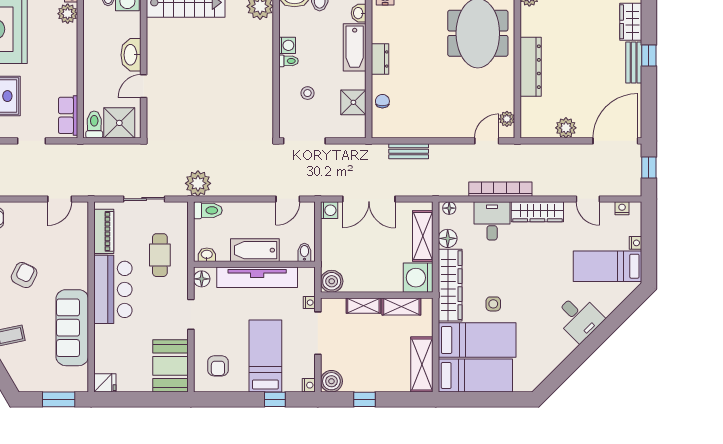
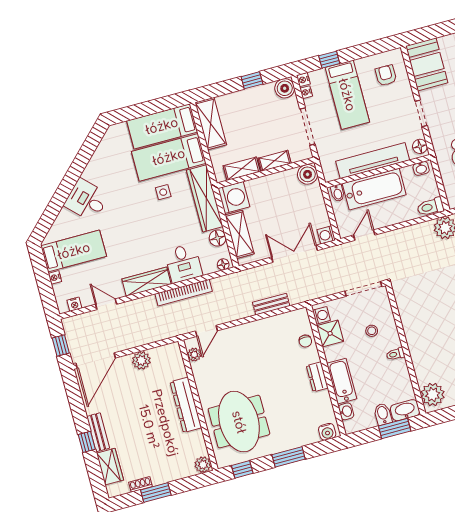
washing machine: (287, 45) -> (321, 315), moved, turned 180
bathtub: (255, 250) -> (374, 189), width x1.36, depth x1.36
nightstand: (309, 303) -> (306, 92), moved

